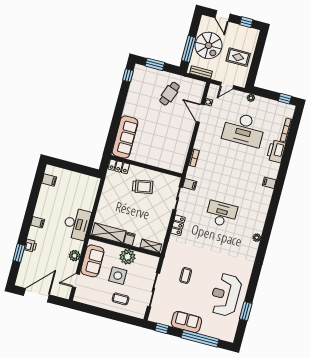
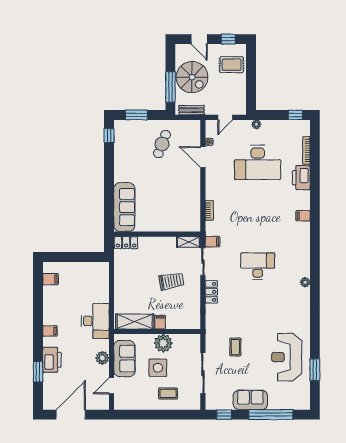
rug: (238, 57) -> (232, 65), moved
trolley: (143, 187) -> (171, 281), moved
printer: (30, 246) -> (52, 360), width x1.87, depth x1.48
shelving: (151, 246) -> (189, 242), moved

